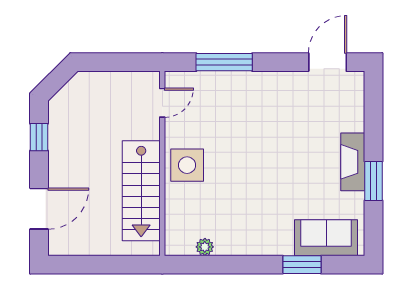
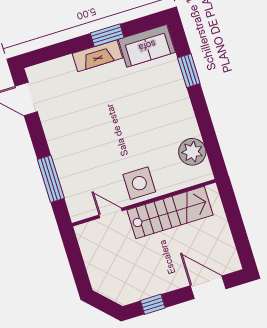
door: (162, 103) -> (111, 213), moved
sofa: (326, 238) -> (147, 46), moved, turned -90
plant: (205, 247) -> (192, 152), width x1.88, depth x1.88

